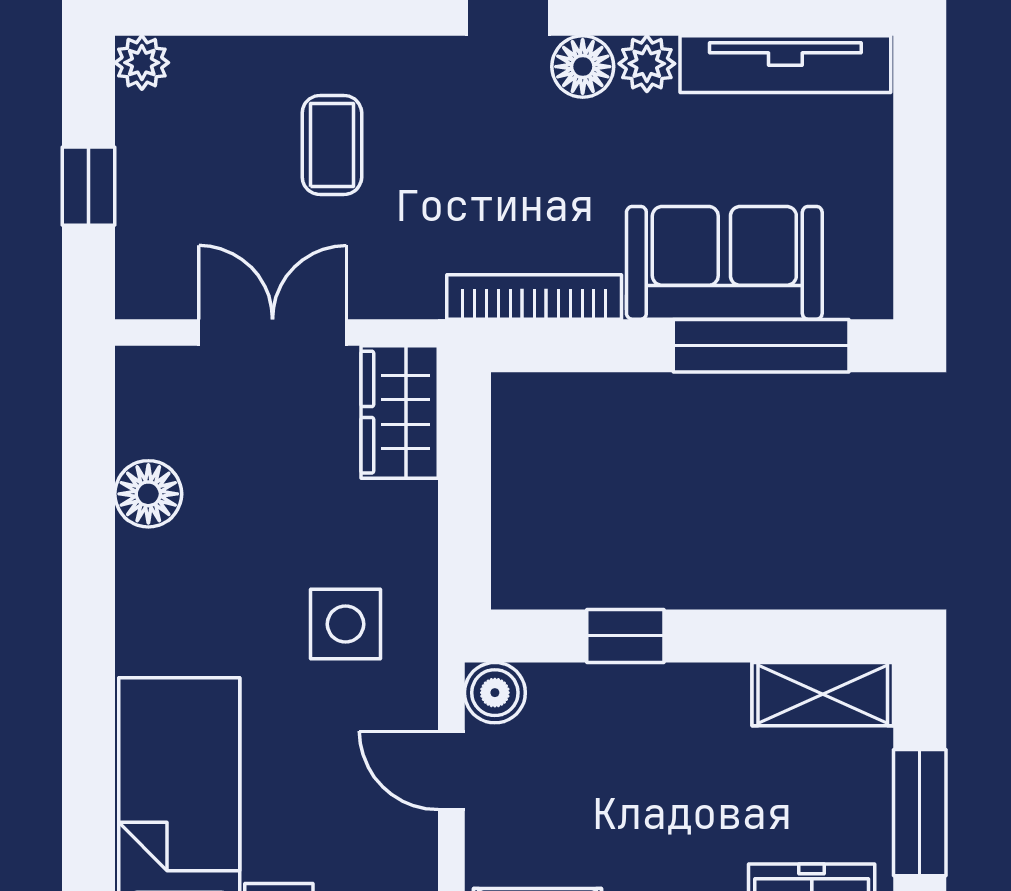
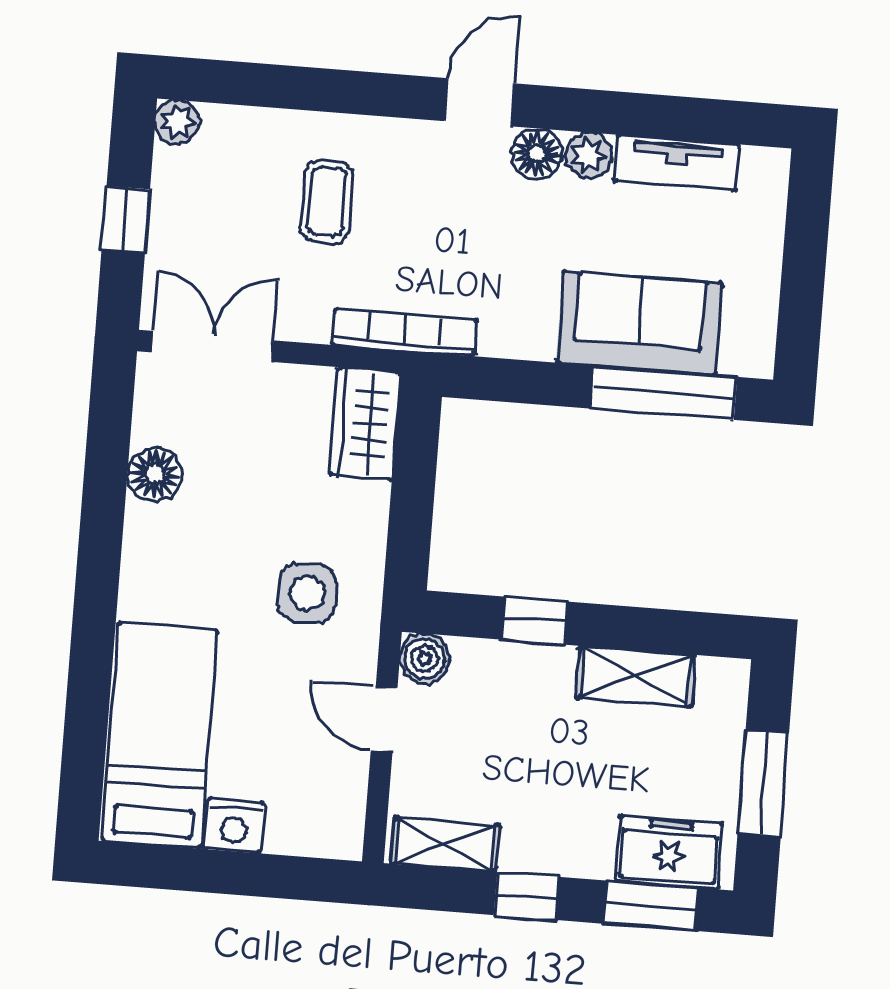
tv unit: (785, 64) -> (677, 163), width x0.71
bookcase: (534, 297) -> (405, 332), moved
double door: (273, 333) -> (212, 346), moved
shelving: (823, 694) -> (636, 676), moved

